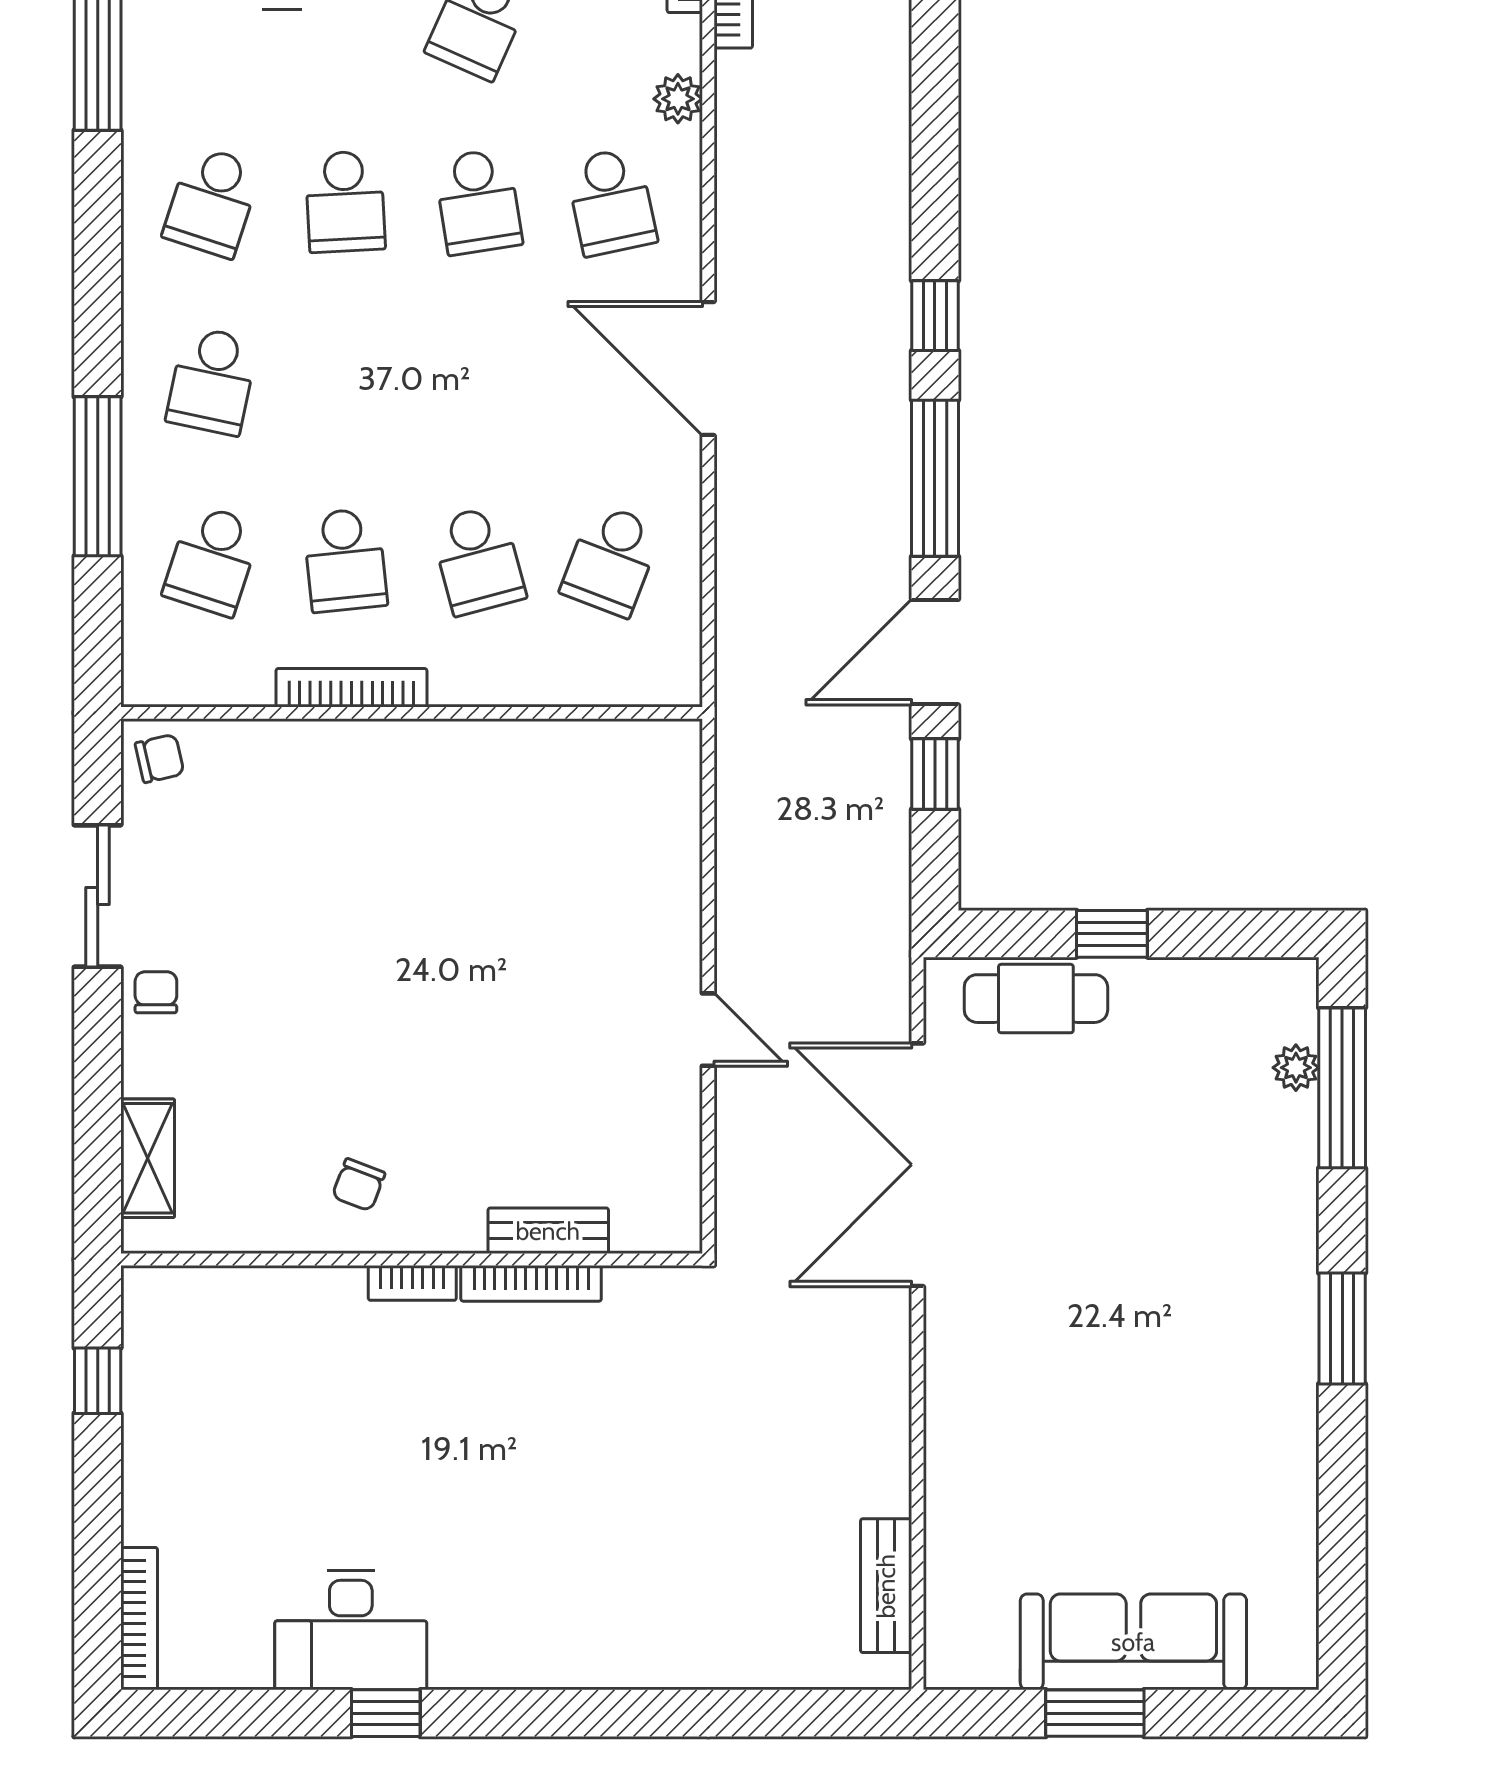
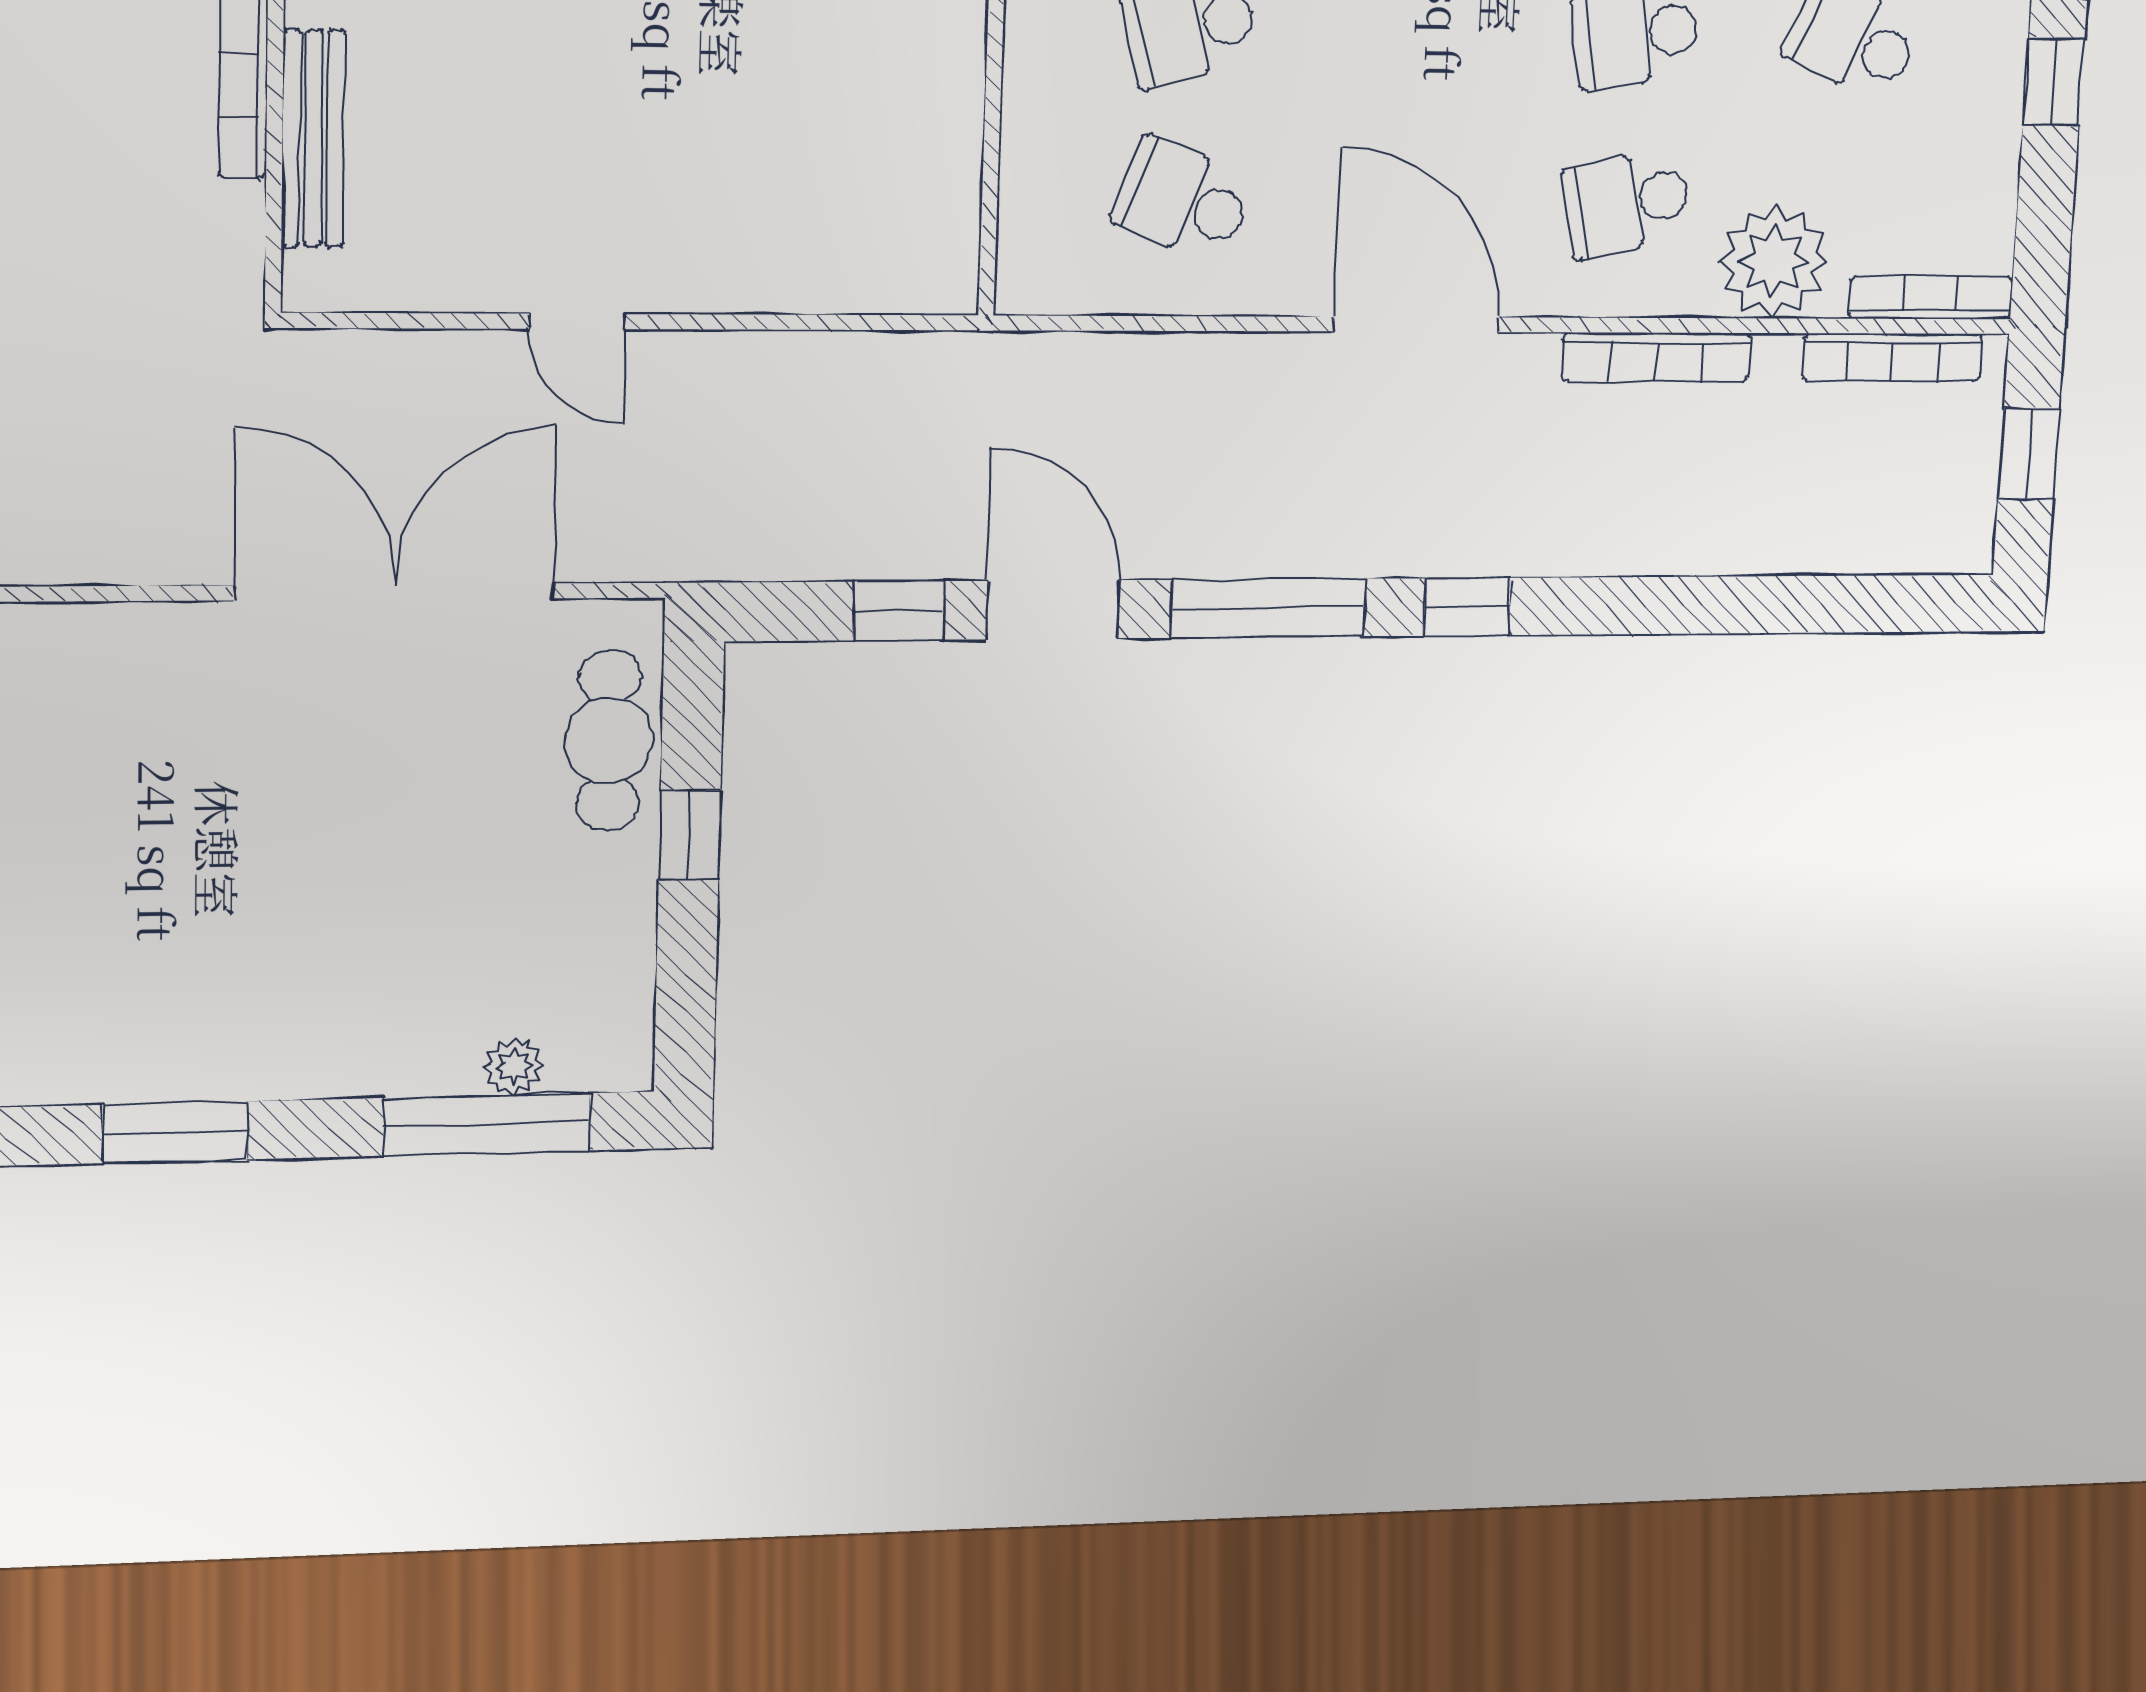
plant: (678, 99) -> (1774, 262), width x1.88, depth x1.88
bookcase: (734, 170) -> (1656, 357), added
door: (708, 368) -> (1416, 324), hinge flipped
door: (708, 1030) -> (577, 321), hinge flipped
bench: (548, 1231) -> (313, 138), width x1.36

